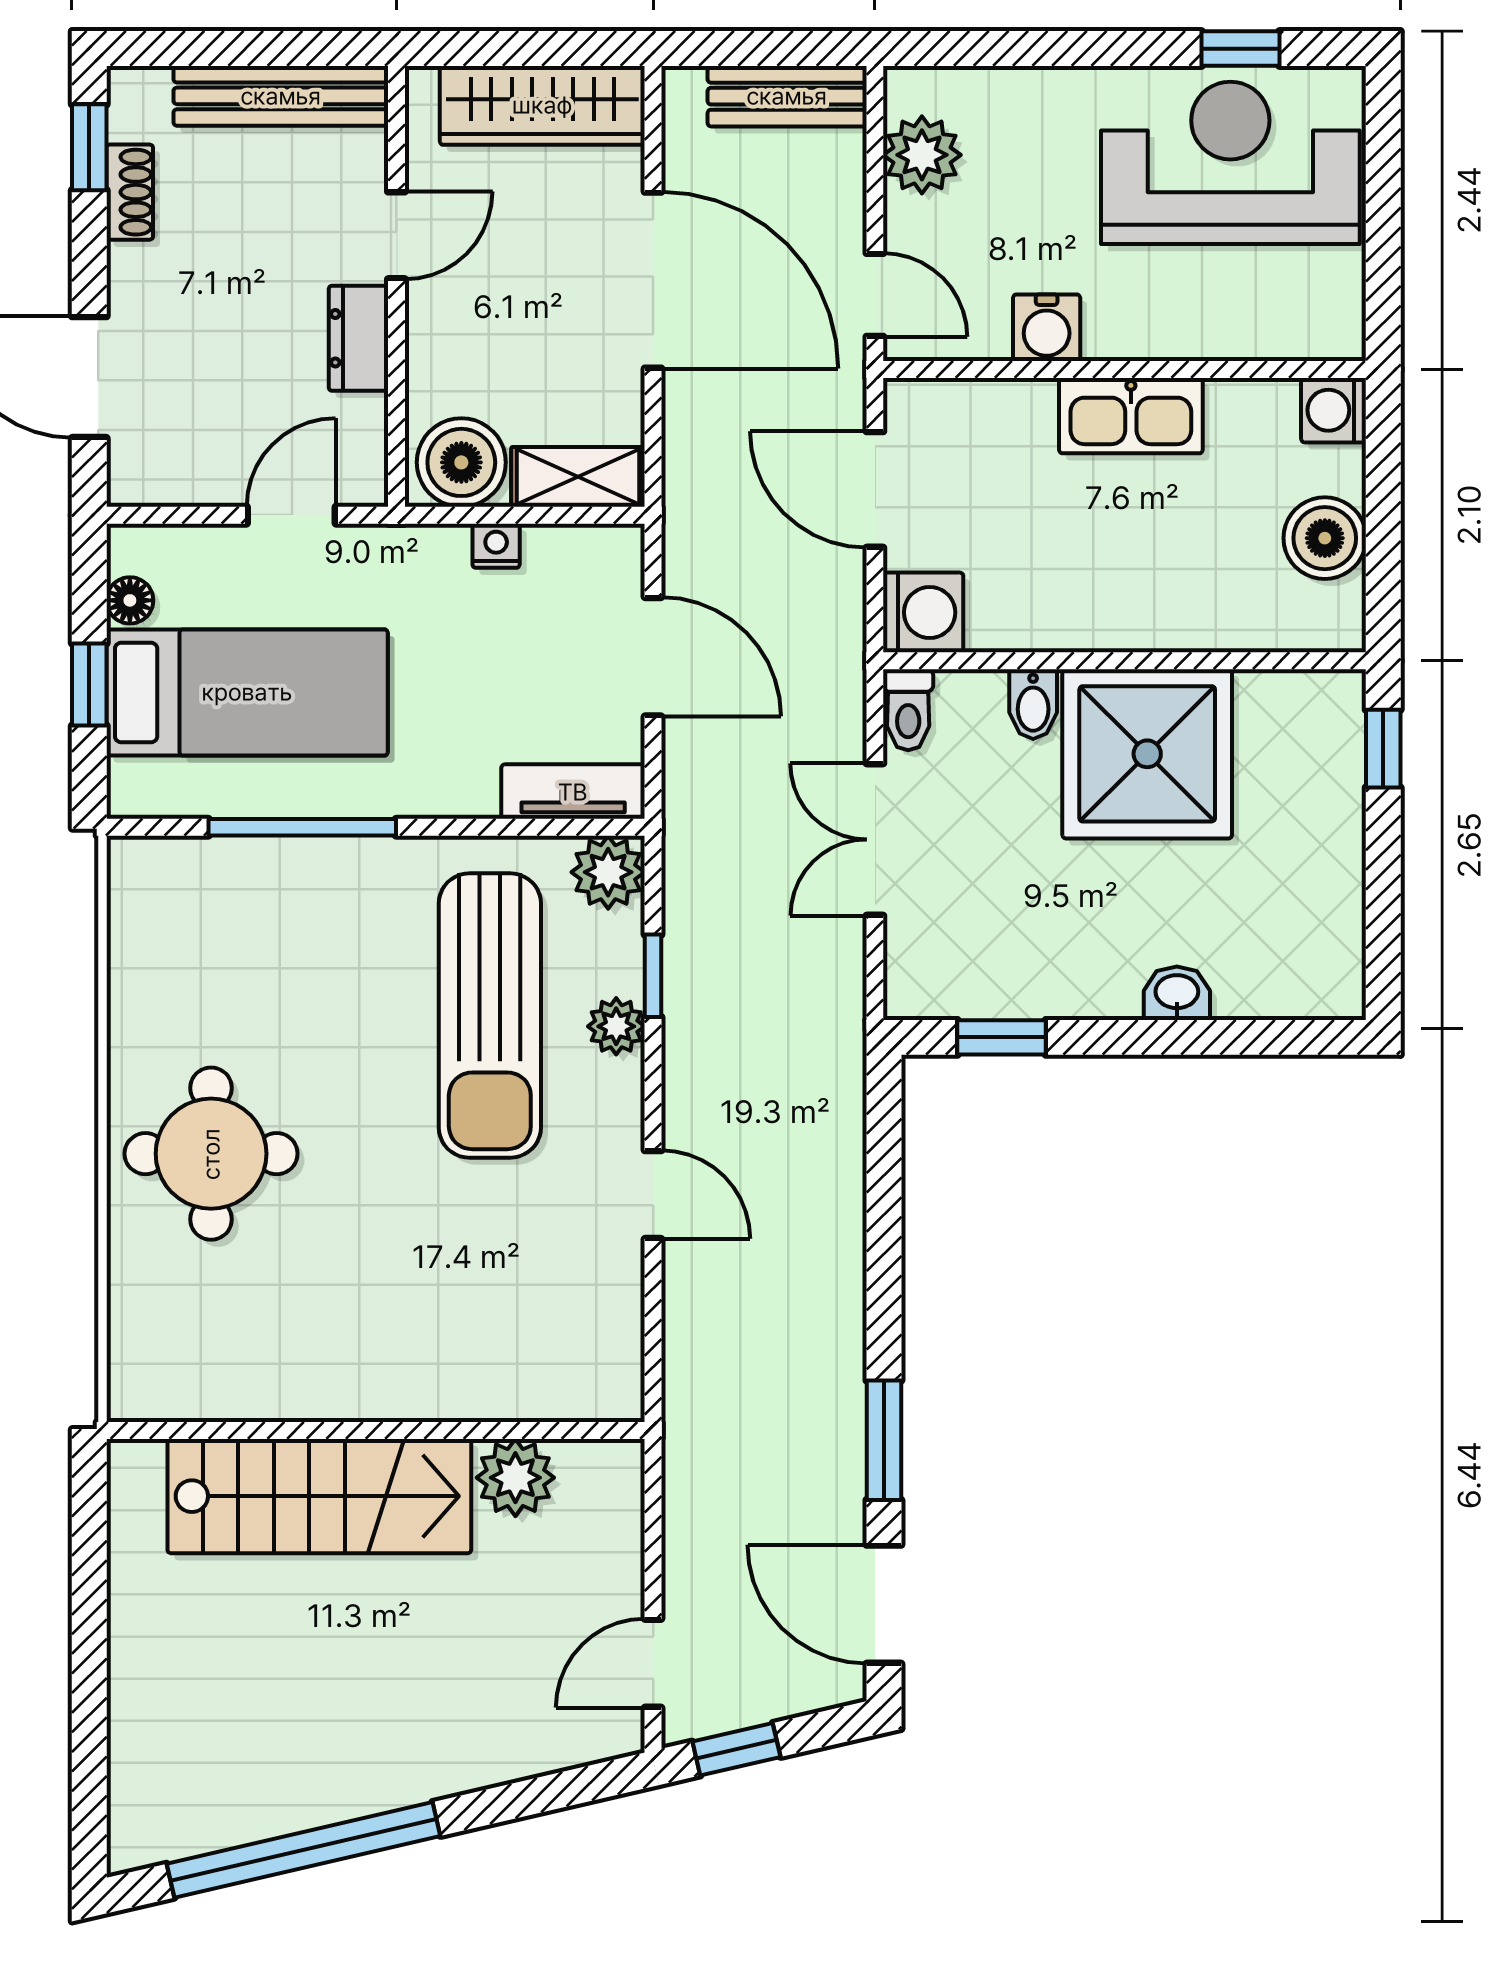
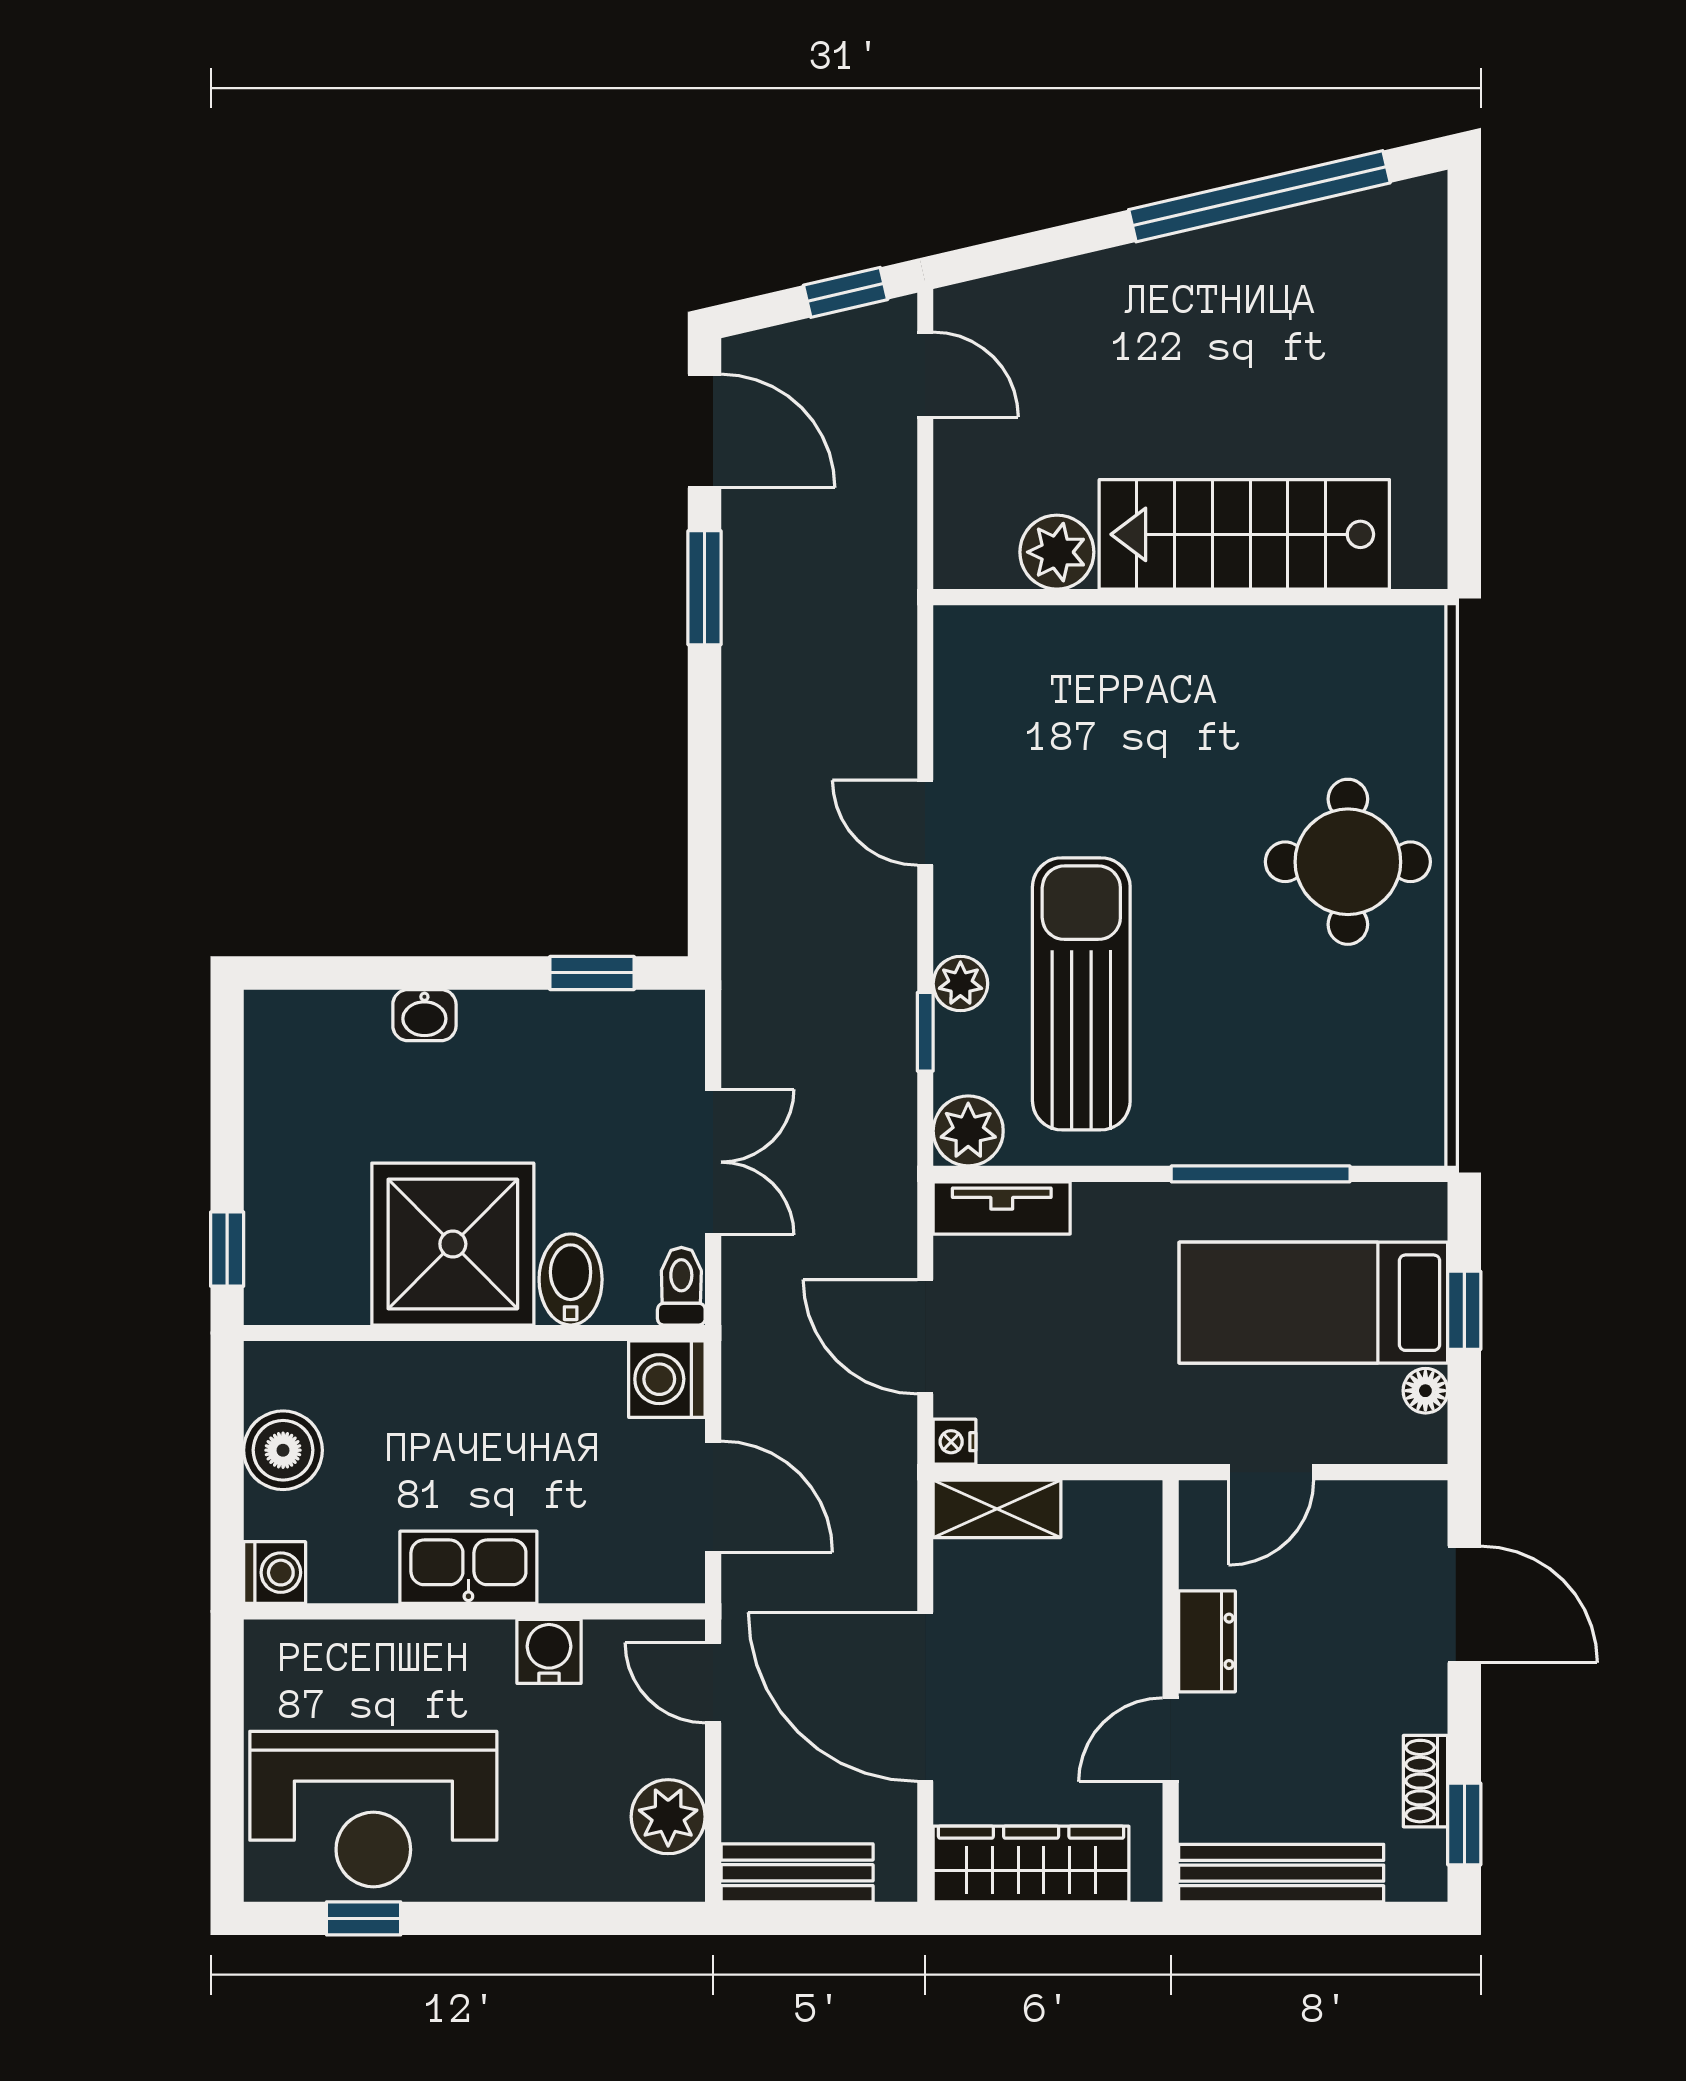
boiler: (461, 462) -> (1109, 1523), removed
nightstand: (496, 546) -> (955, 1442), moved, turned 90
bidet: (1033, 704) -> (571, 1279), width x1.38, depth x1.36
door: (653, 1663) -> (925, 375), hinge flipped

